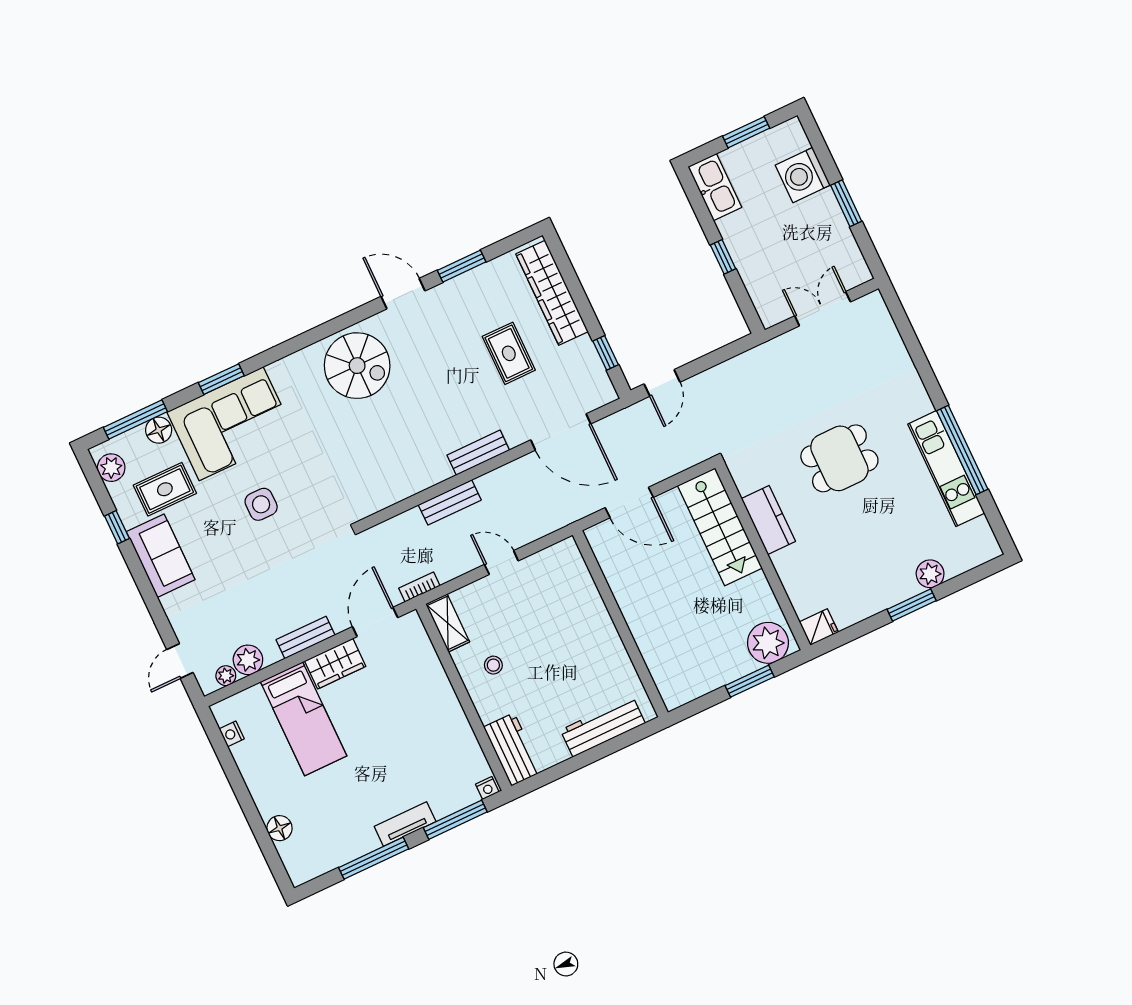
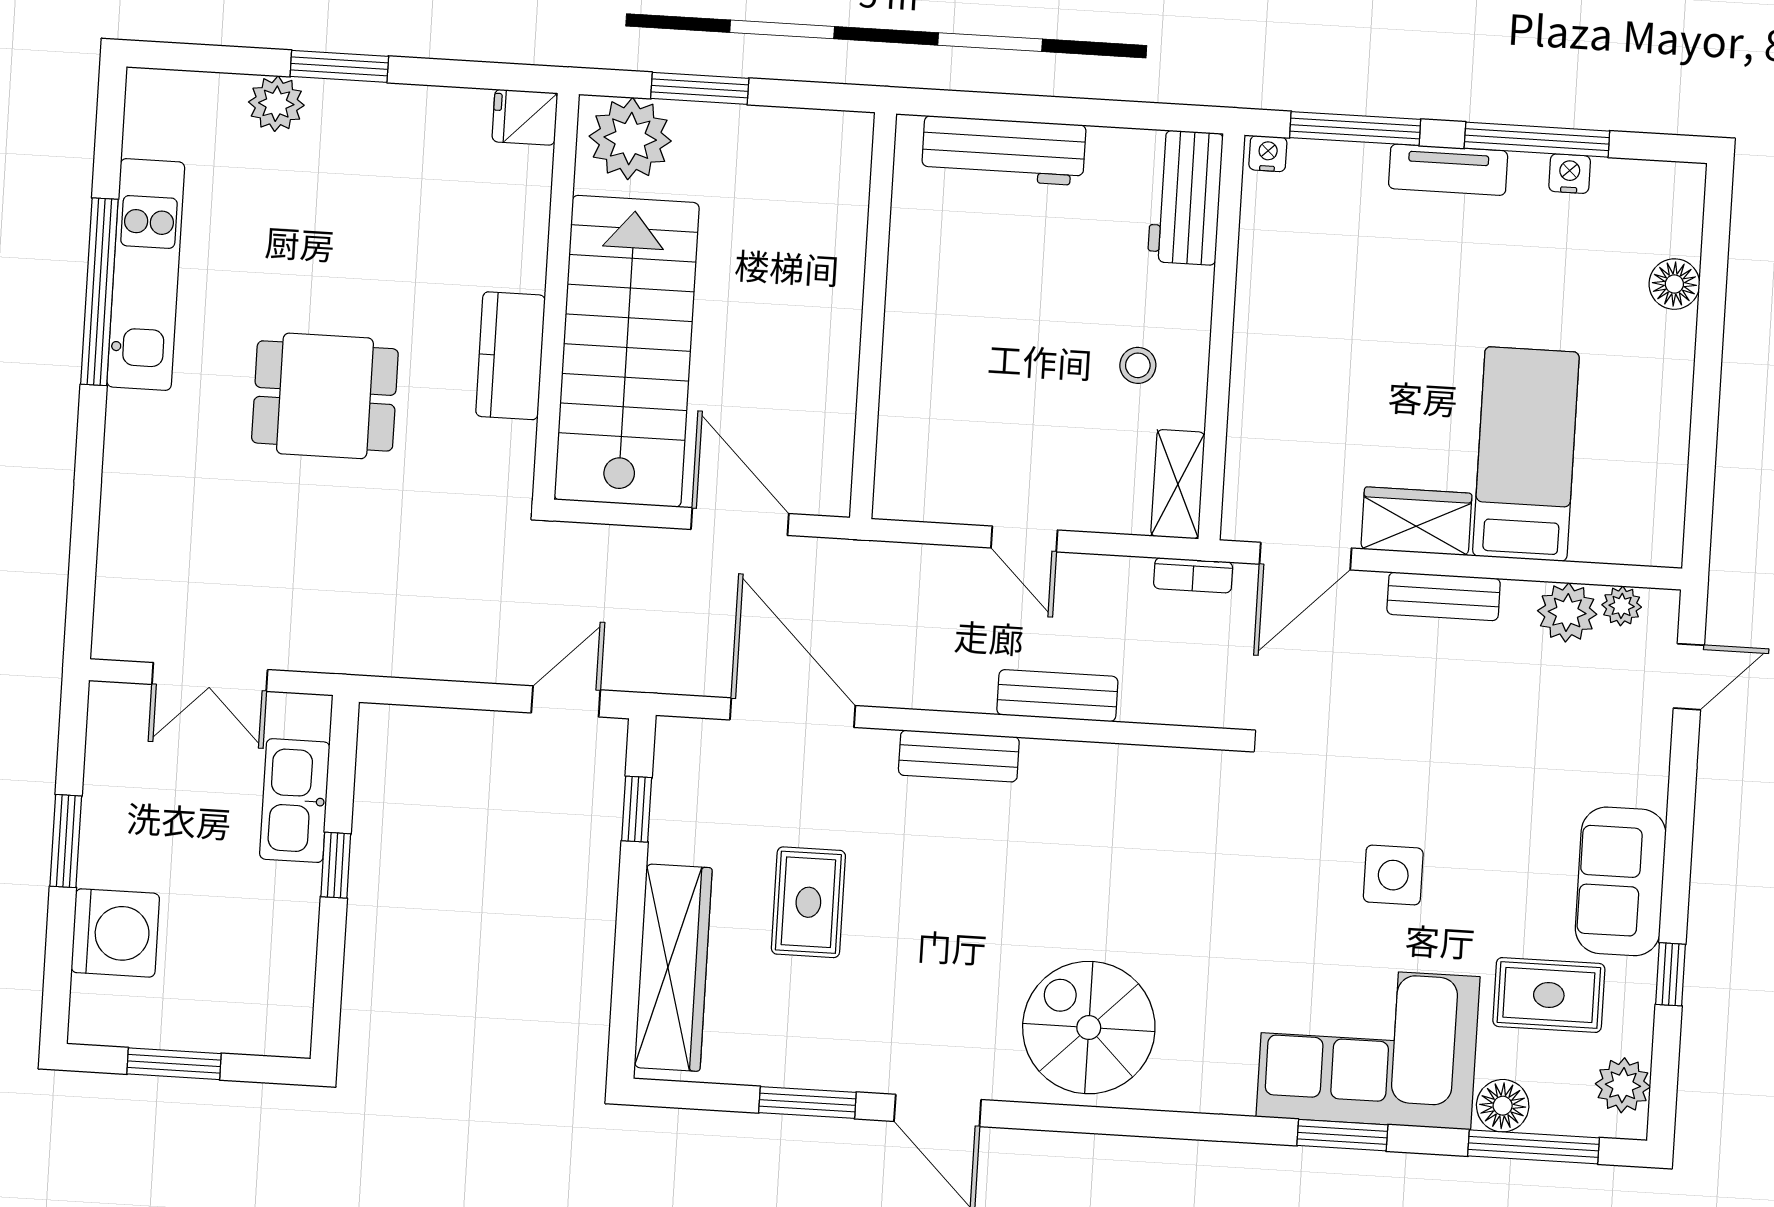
kitchen sink: (715, 187) -> (295, 801), moved
stairs: (720, 527) -> (627, 351), width x1.36, depth x1.51
nightstand: (232, 734) -> (1570, 174), moved, turned -90

